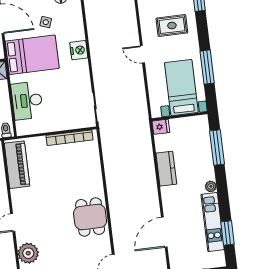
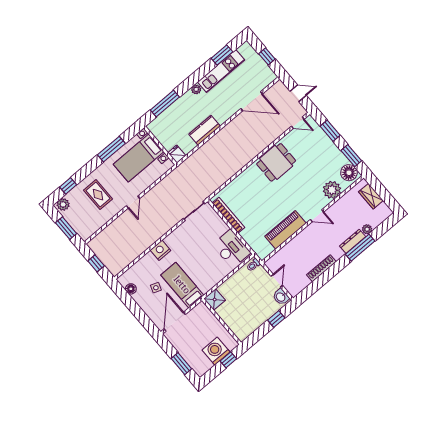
bed: (32, 55) -> (182, 285), width x0.67
desk: (27, 101) -> (232, 249), moved, turned -90
piano: (17, 165) -> (285, 230), moved

